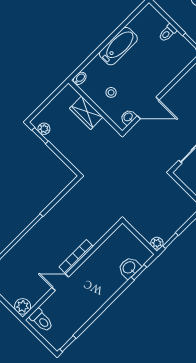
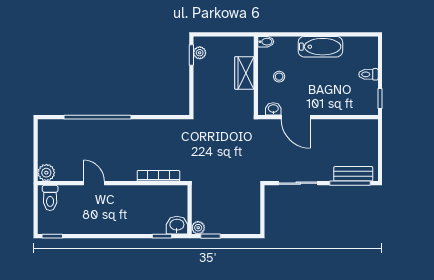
bookcase: (76, 257) -> (158, 176), moved
washbasin: (129, 268) -> (177, 225), moved

